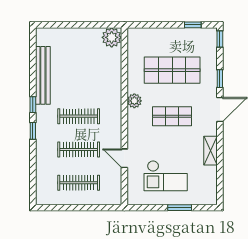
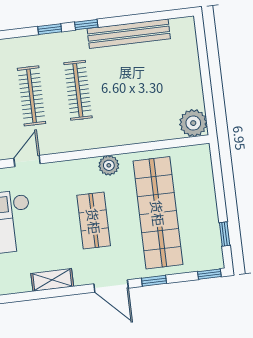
shop shelf: (172, 70) -> (158, 213), width x1.40

